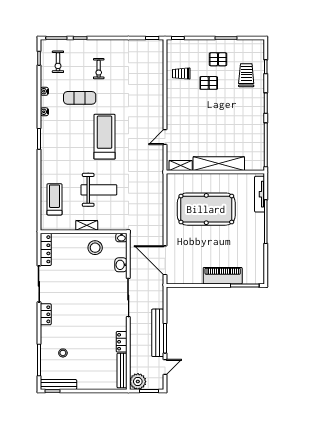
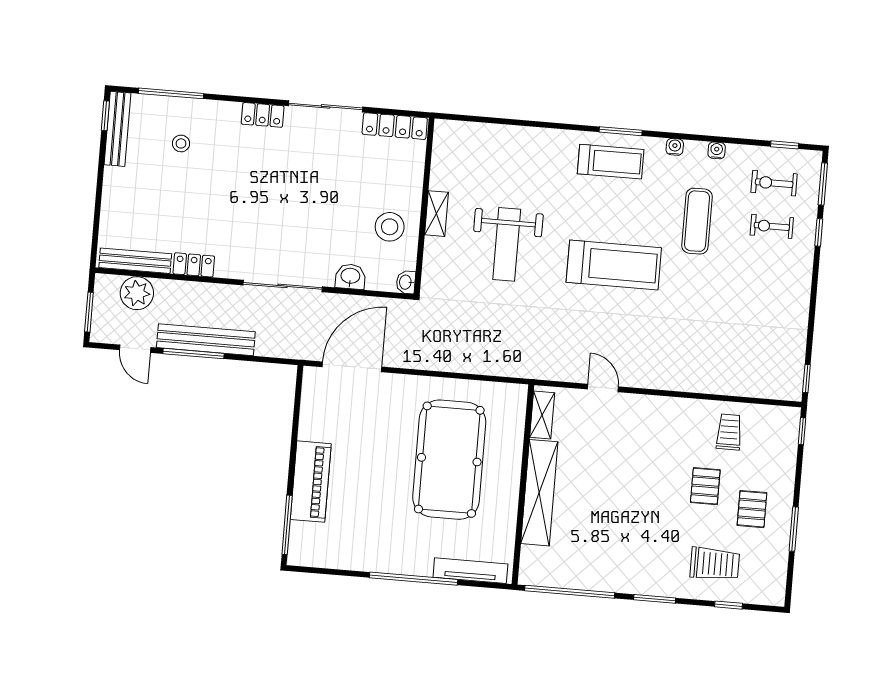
exercise bike: (99, 69) -> (772, 226), moved
treadmill: (54, 199) -> (611, 162), moved
plant: (138, 381) -> (137, 293), moved

